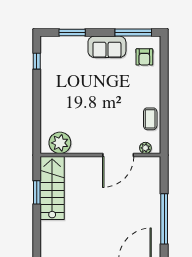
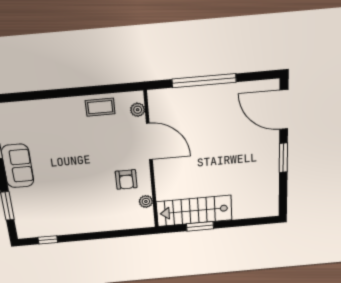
armchair: (144, 57) -> (126, 179), moved, turned 90
plant: (60, 143) -> (146, 201), width x0.53, depth x0.53
window: (164, 219) -> (204, 81), moved

